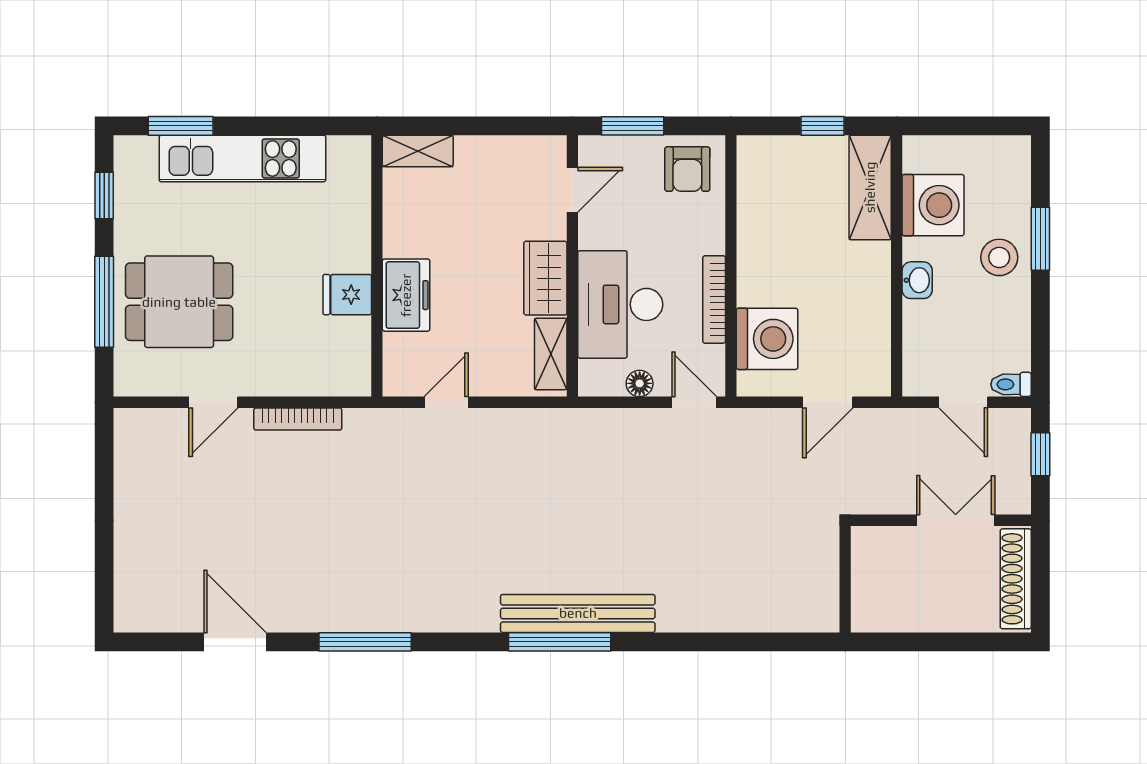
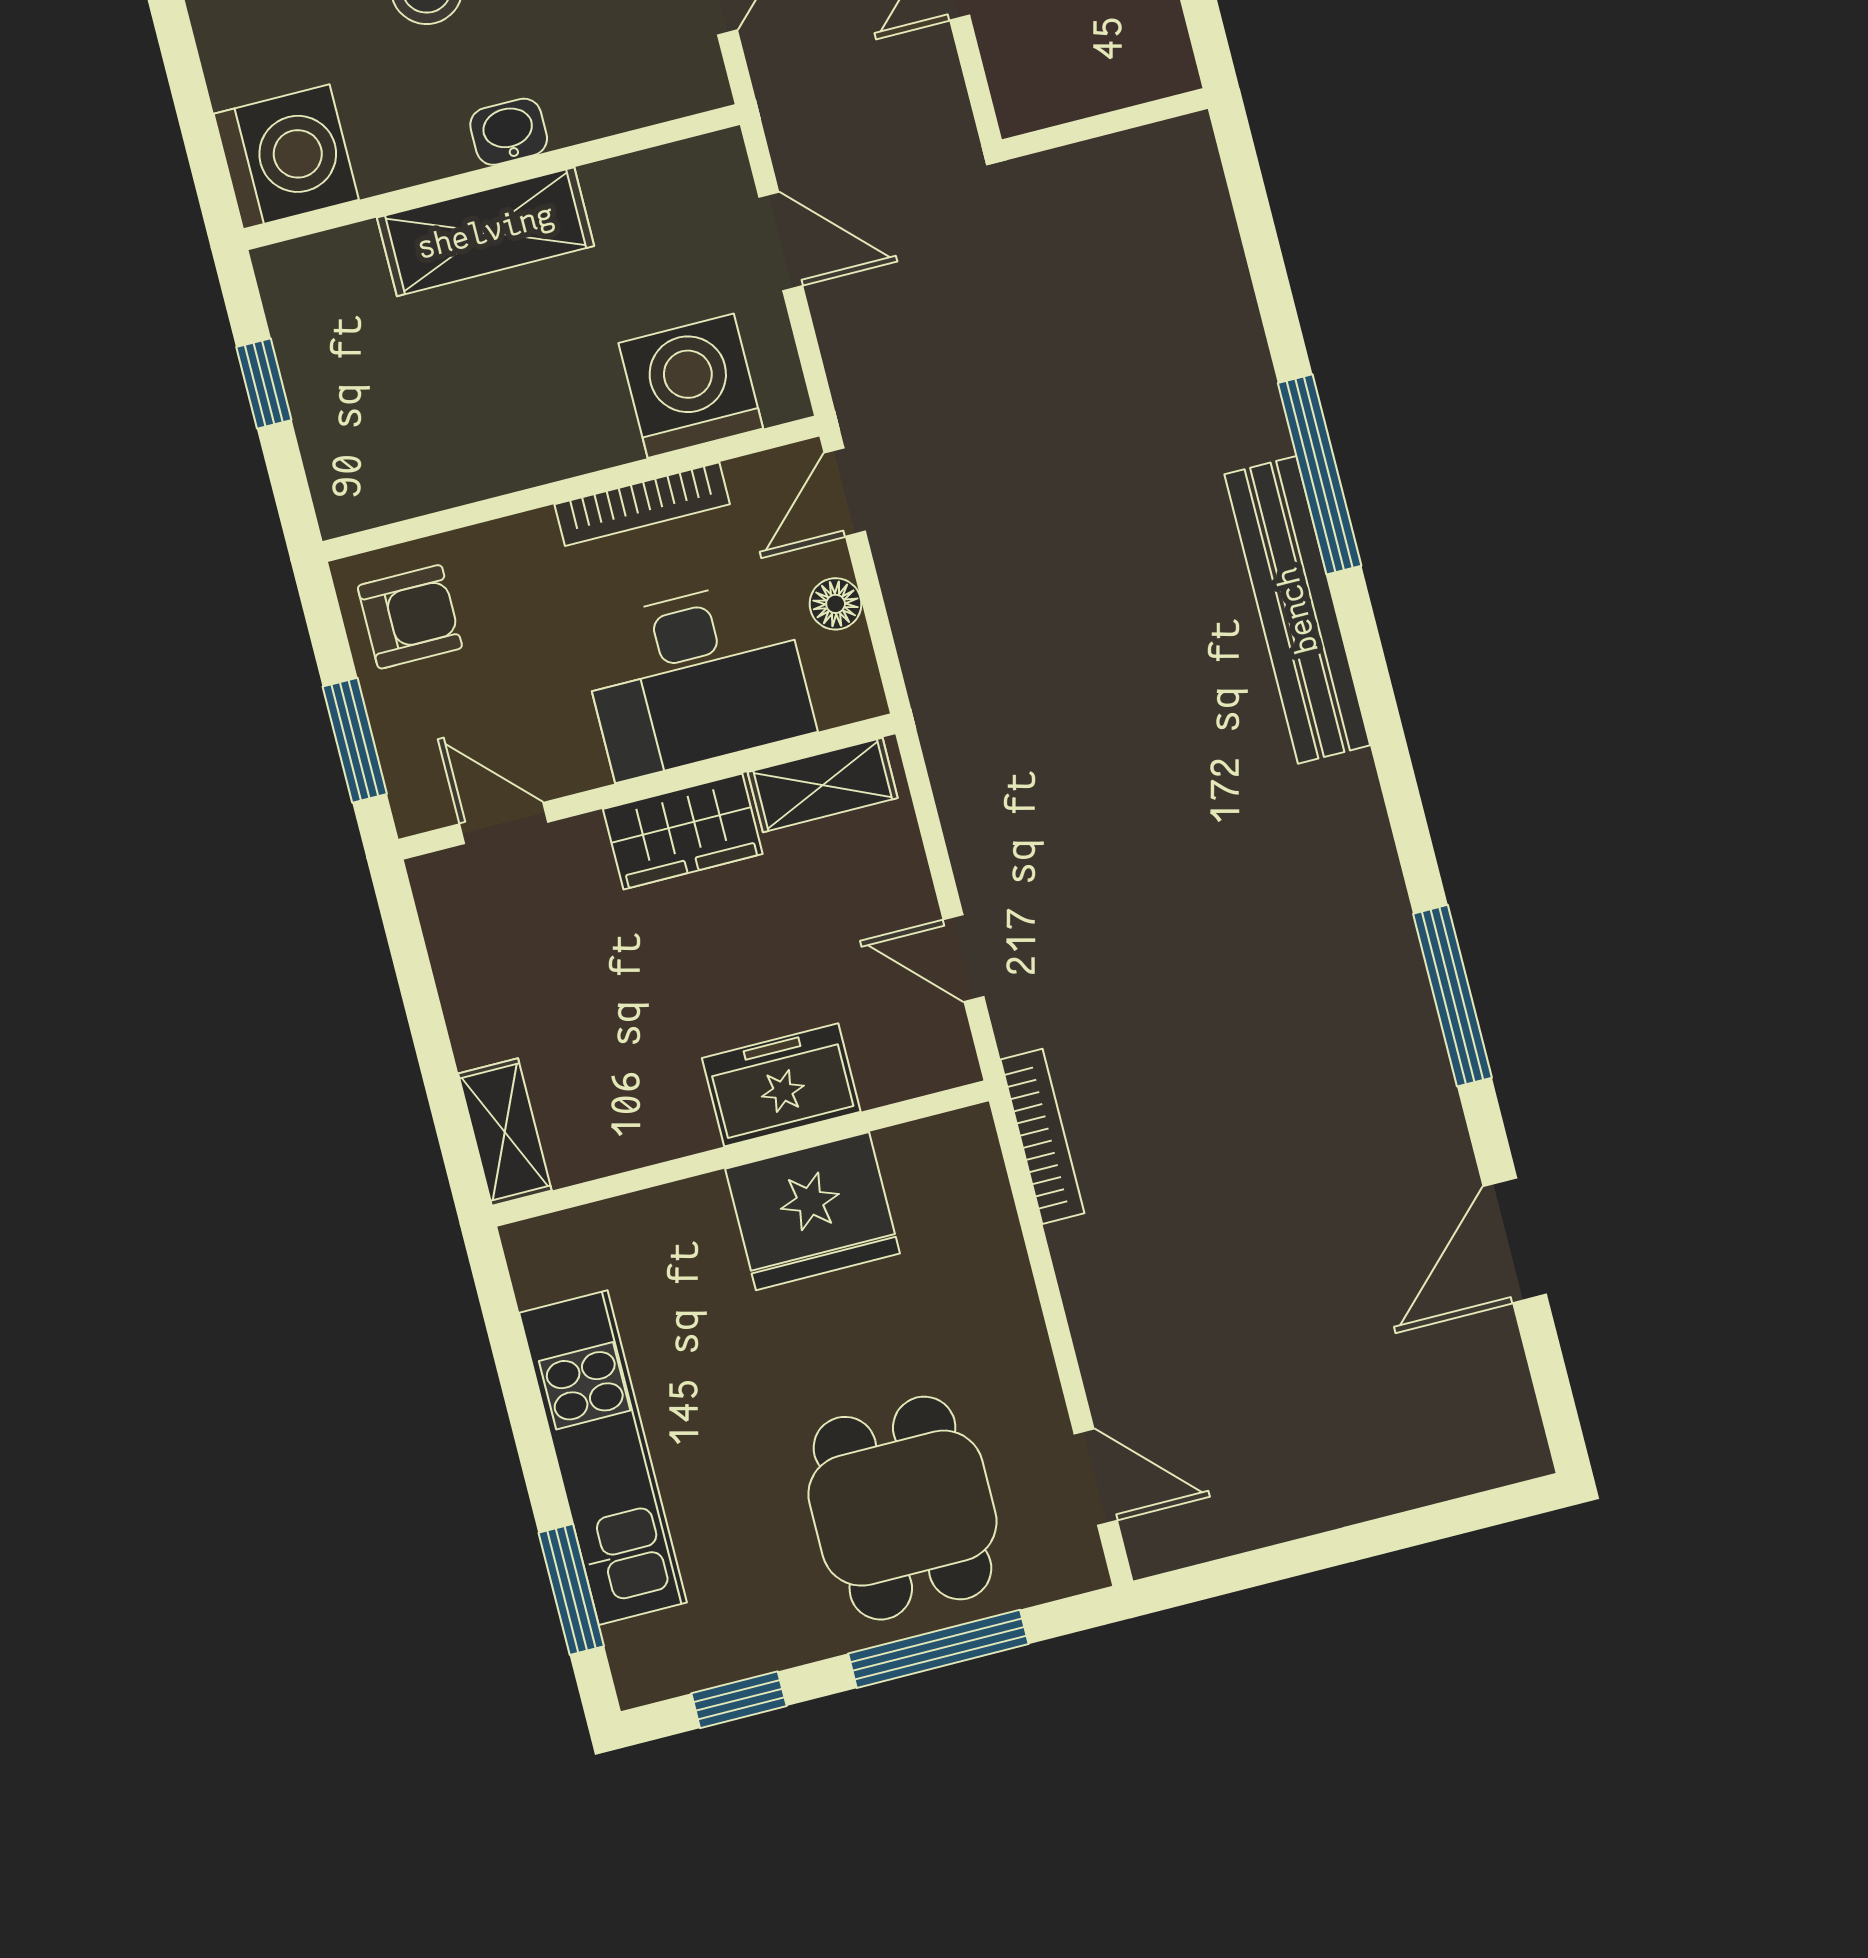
shelving: (870, 187) -> (486, 232), moved
washing machine: (933, 205) -> (286, 157), moved, turned 90
fridge: (347, 295) -> (812, 1211), width x1.88, depth x1.34
door: (213, 402) -> (1096, 1477), moved
bookcase: (298, 419) -> (1042, 1136), moved
window: (560, 642) -> (1320, 474), moved

